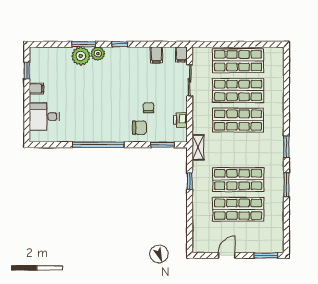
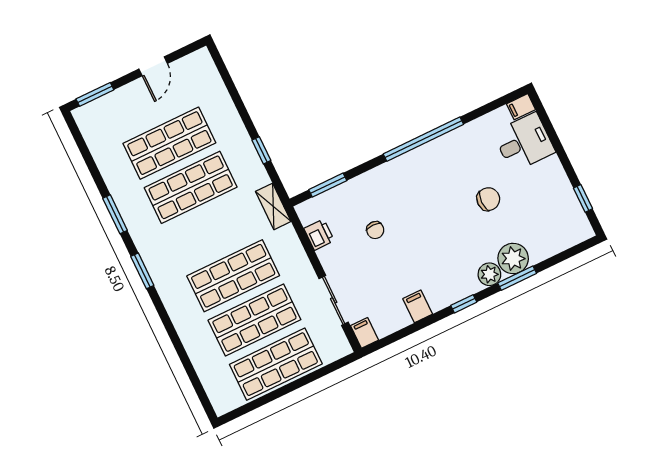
filing cabinet: (156, 55) -> (418, 306), moved
filing cabinet: (37, 89) -> (521, 107), moved
chair: (139, 128) -> (488, 199), moved, turned 180

